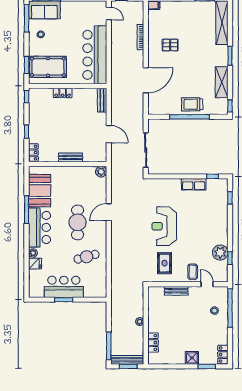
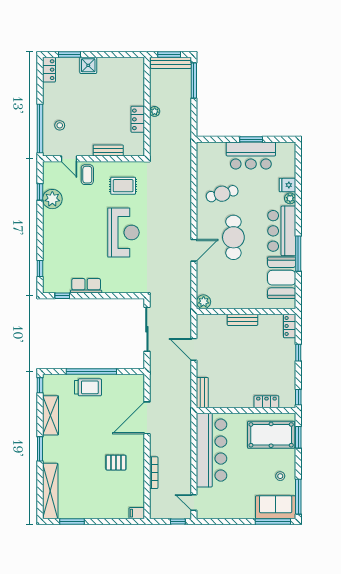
locker: (63, 93) -> (266, 402), moved
rug: (164, 263) -> (123, 186), turned 90
locker: (153, 343) -> (138, 119), moved

